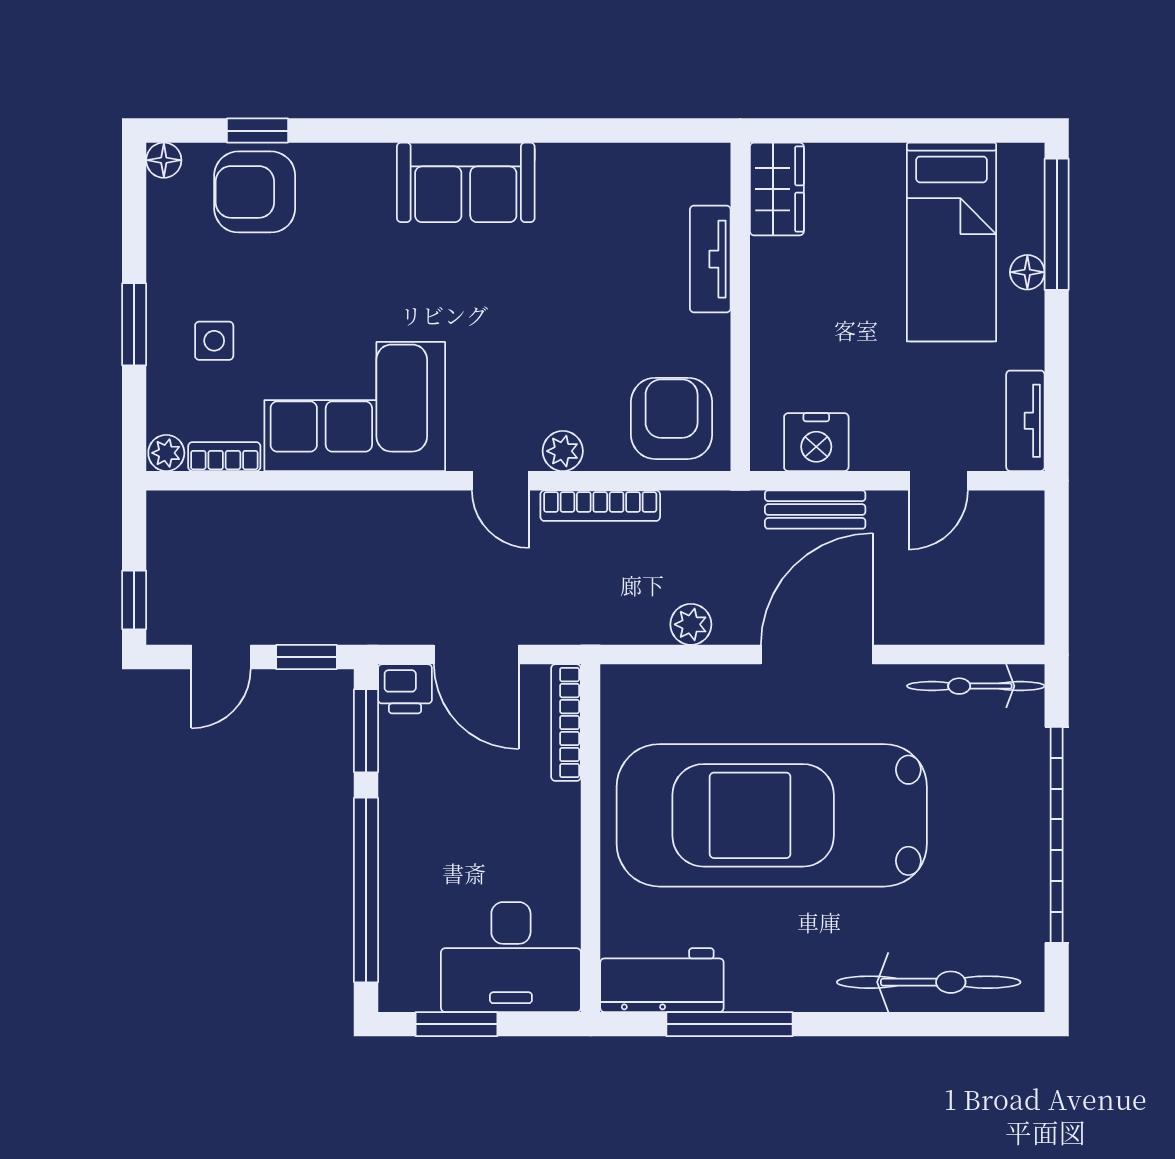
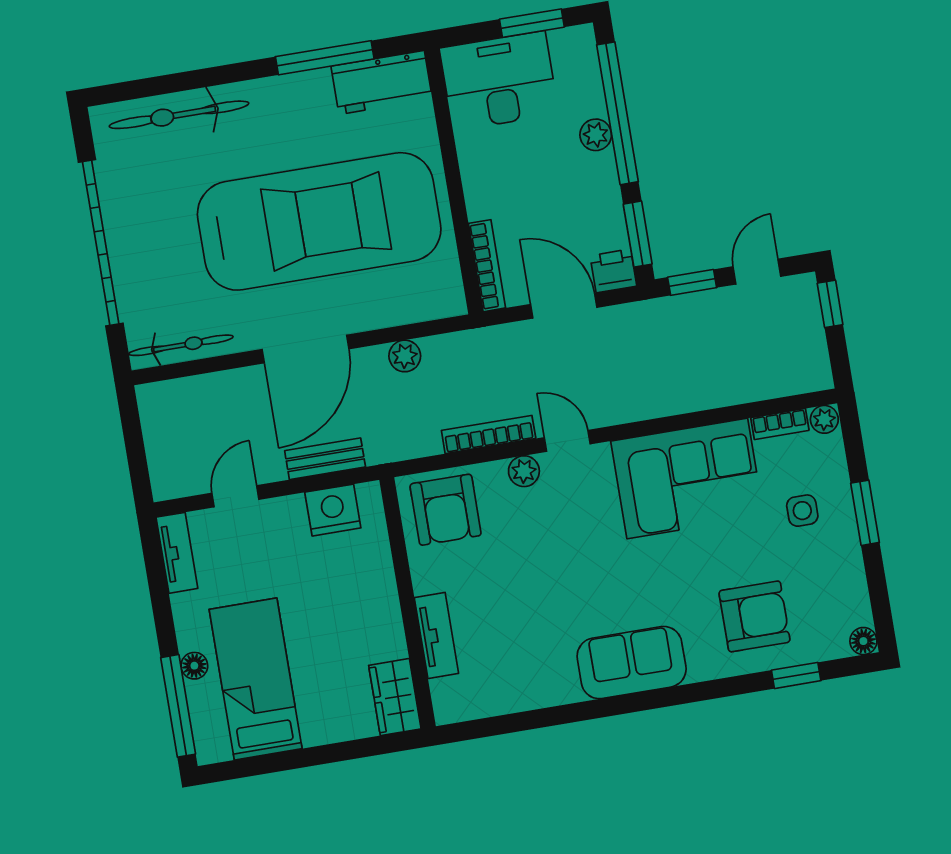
armchair: (255, 192) -> (754, 616), moved
plant: (398, 867) -> (596, 135), added

